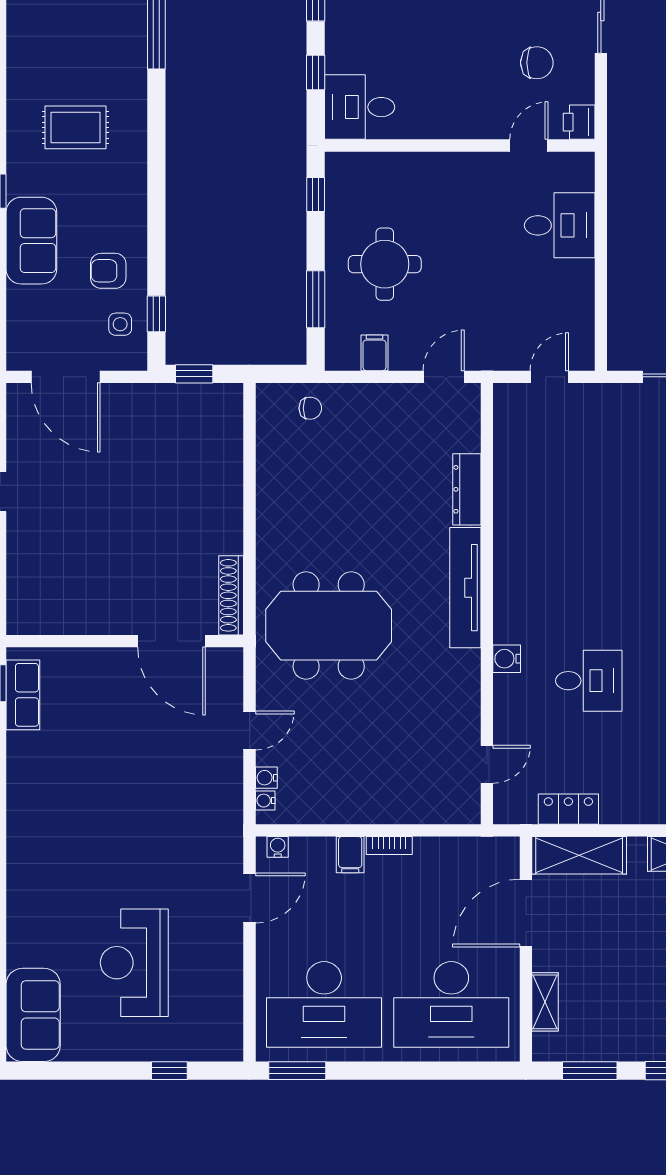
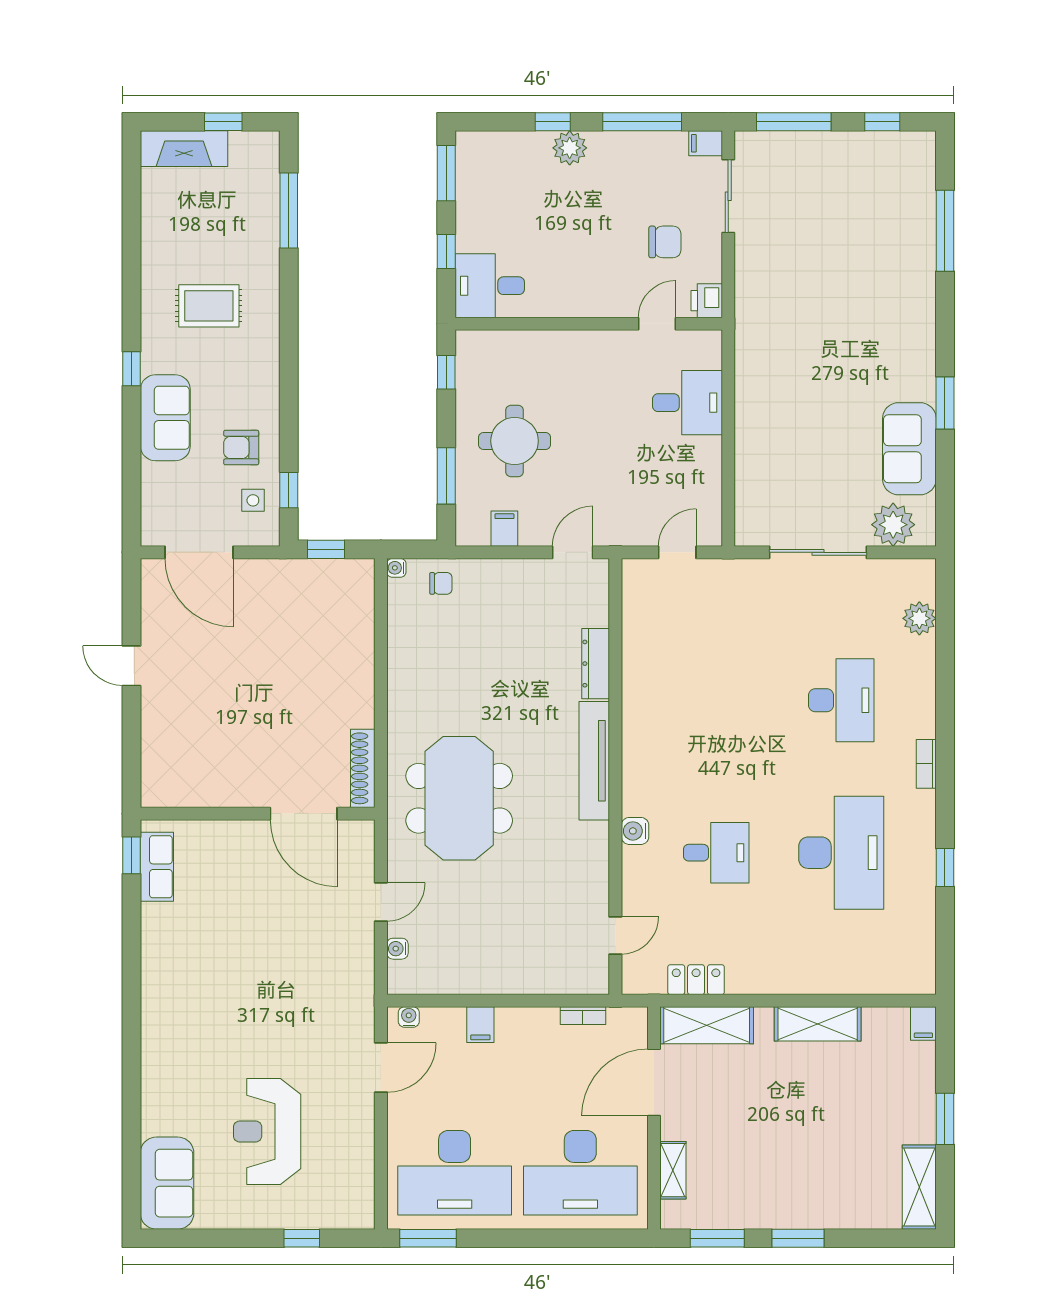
meeting table: (329, 626) -> (459, 798), turned 90
water cooler: (265, 801) -> (396, 568), moved
bookcase: (389, 845) -> (583, 1016), moved

